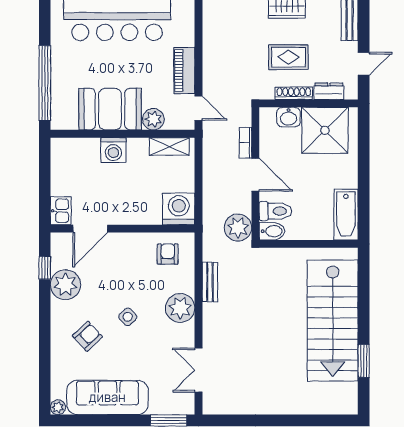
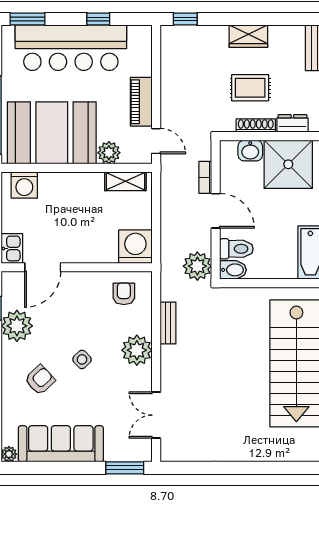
booth: (110, 109) -> (52, 133), width x1.36, depth x1.42
washing machine: (113, 150) -> (24, 185), moved

